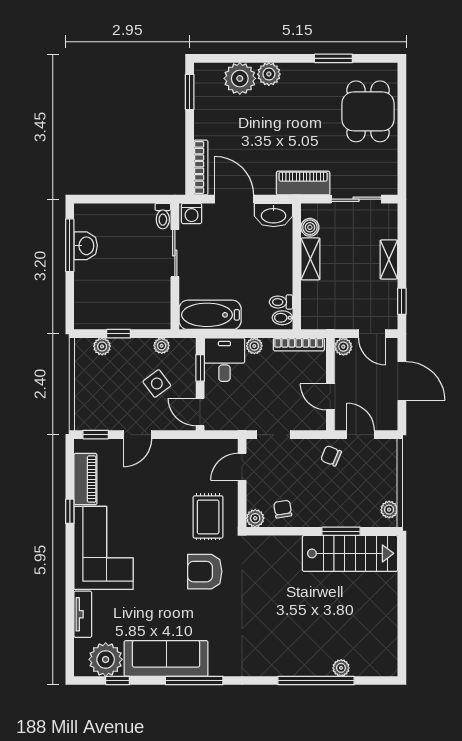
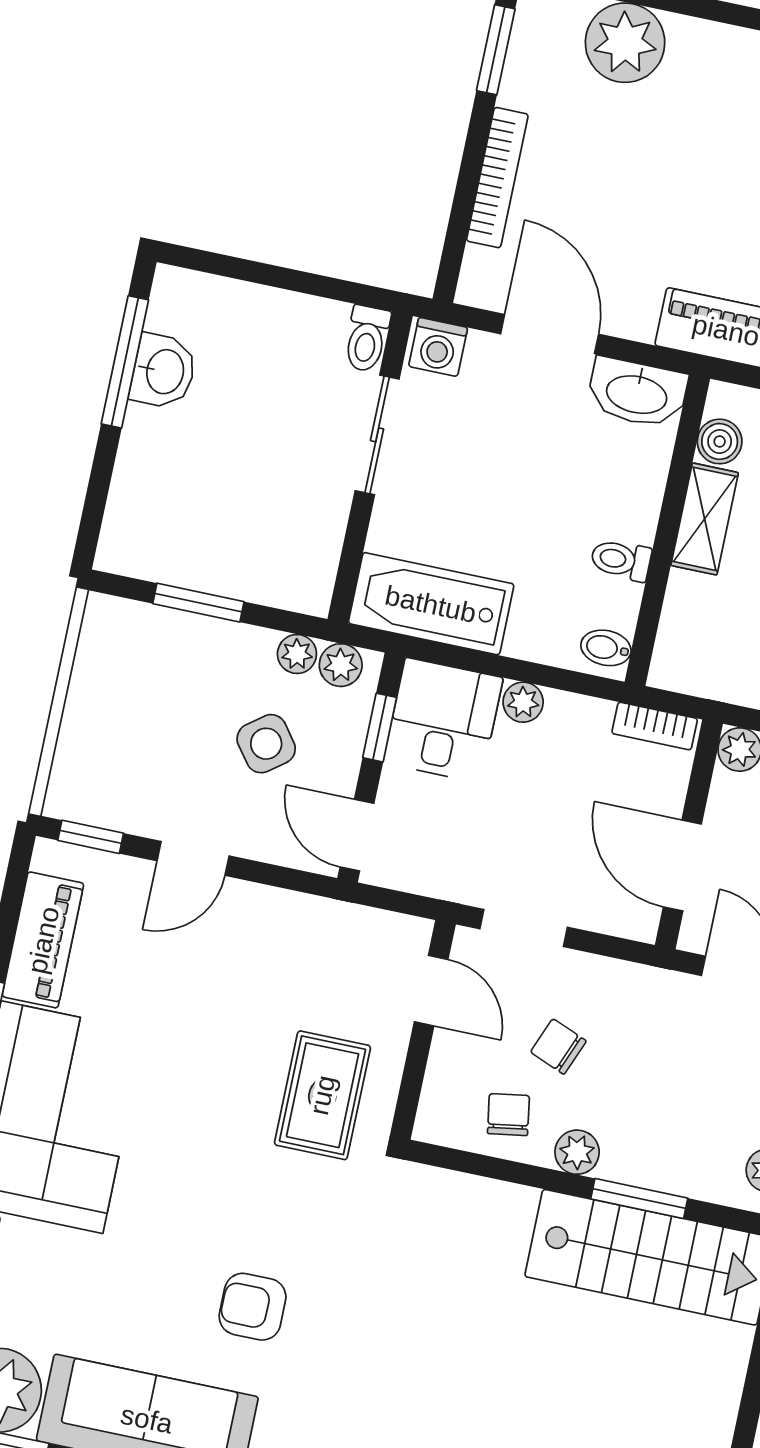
plant: (269, 74) -> (698, 47), removed
bookcase: (201, 168) -> (497, 178), moved
toilet: (281, 302) -> (621, 560), moved
window: (119, 334) -> (198, 603), width x1.50
bookcase: (299, 344) -> (655, 726), width x0.64
plant: (102, 346) -> (341, 665), moved
door: (330, 397) -> (682, 865), width x1.38
chair: (331, 456) -> (558, 1047), moved
door: (242, 467) -> (431, 991), swing flipped
plant: (255, 518) -> (577, 1152), moved
armchair: (205, 572) -> (253, 1307), moved, width x0.72, depth x0.72

